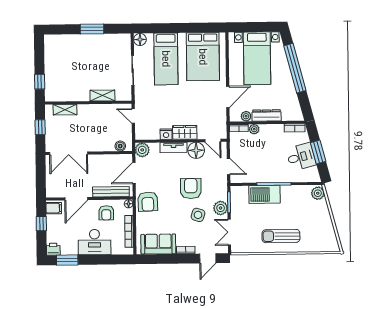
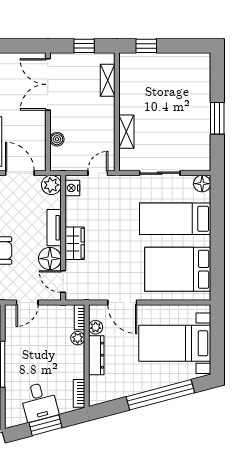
nightstand: (166, 134) -> (72, 188), moved
door: (213, 140) -> (63, 282), hinge flipped
boiler: (120, 146) -> (57, 139), moved

